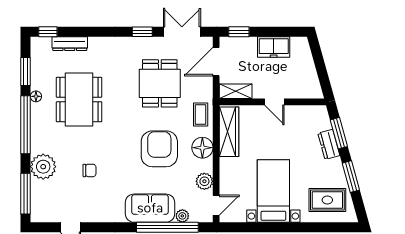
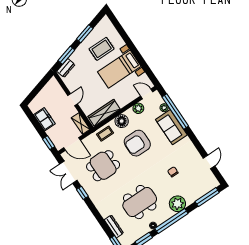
dresser: (329, 144) -> (66, 68), moved
plant: (43, 167) -> (177, 204), moved
rug: (327, 200) -> (102, 49), moved, turned 90

